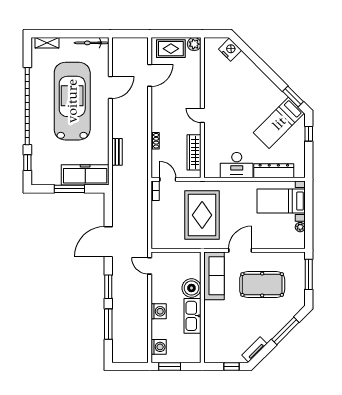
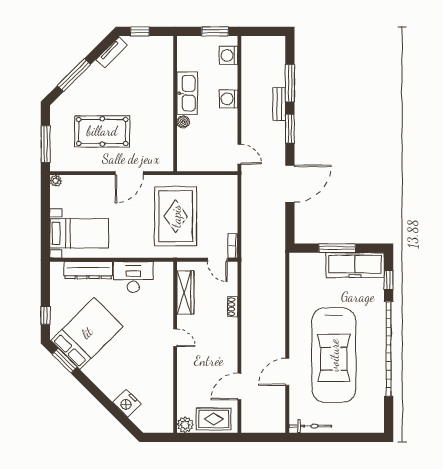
shelving: (47, 43) -> (364, 426), removed
nightstand: (230, 50) -> (127, 403), moved
bed: (279, 123) -> (87, 333), width x1.50
bench: (117, 152) -> (279, 104), moved
freezer: (85, 175) -> (355, 265), moved
plant: (300, 227) -> (56, 181), moved
sofa: (214, 276) -> (161, 142), removed
boiler: (191, 288) -> (183, 122), width x0.54, depth x0.54

